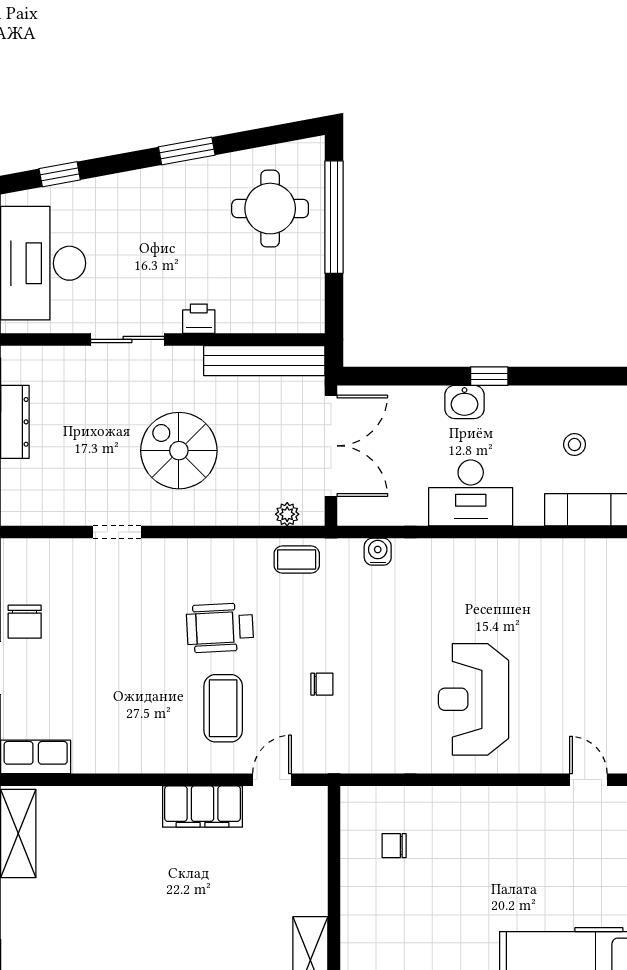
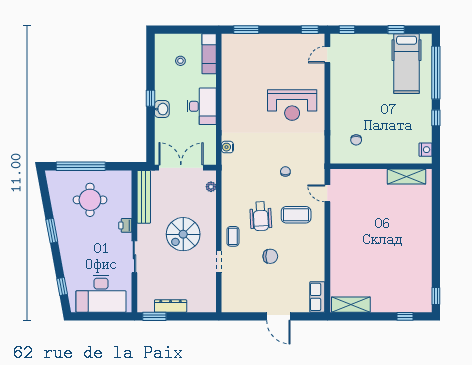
round table: (270, 209) -> (90, 200), moved
coffee table: (297, 559) -> (233, 236), moved
chair: (25, 622) -> (270, 256), moved
filing cabinet: (203, 807) -> (339, 224), removed

